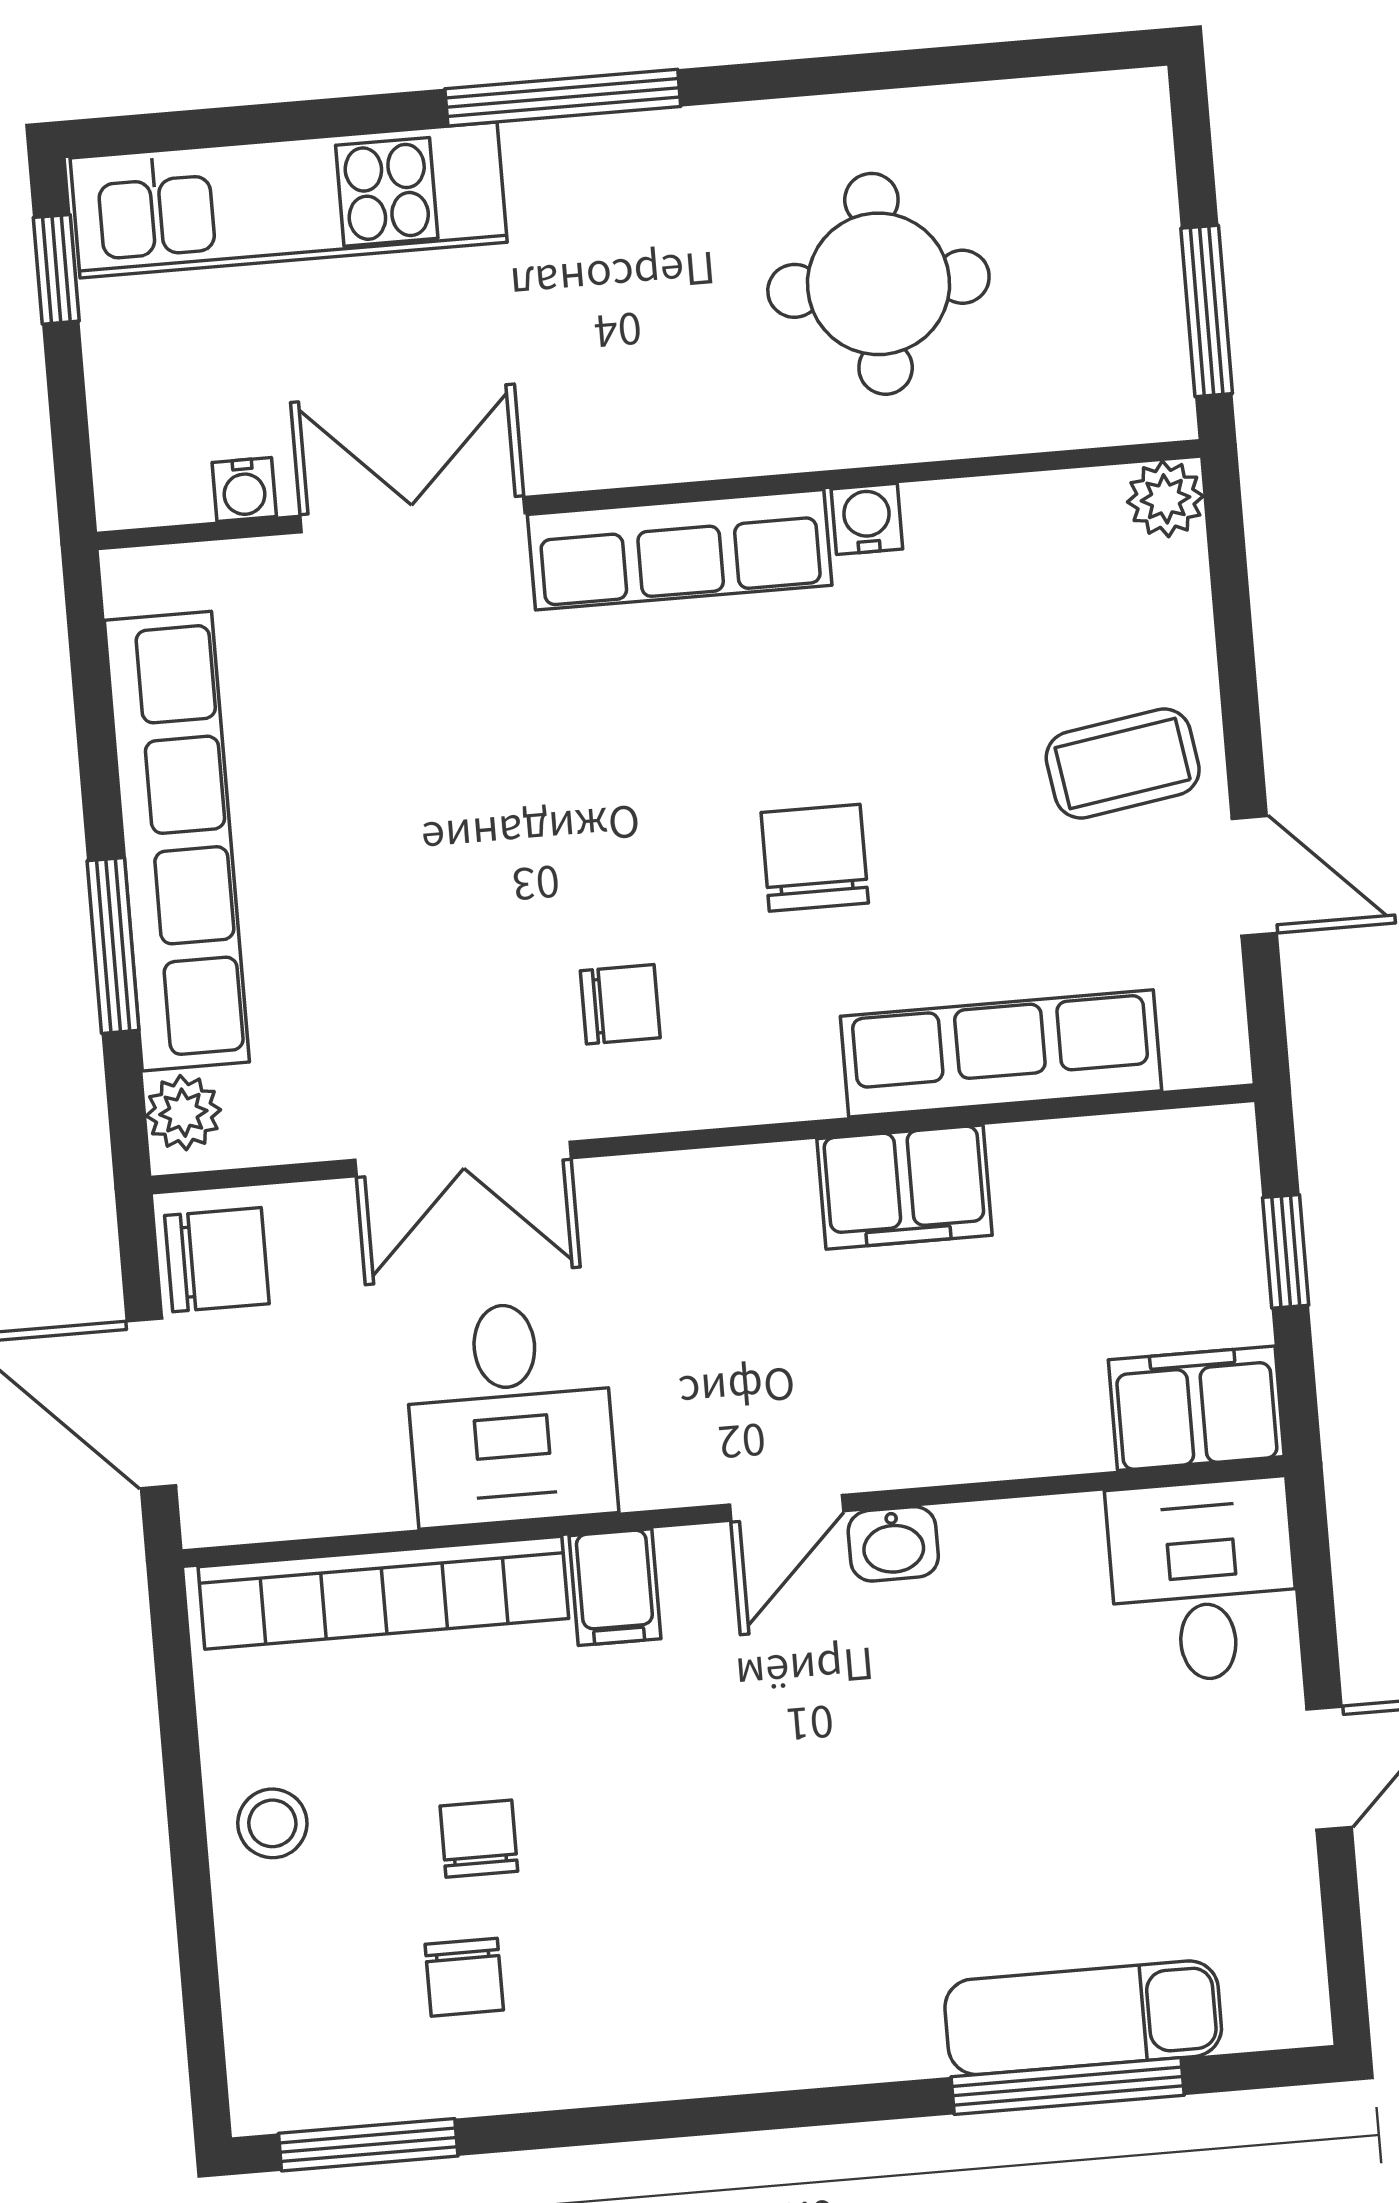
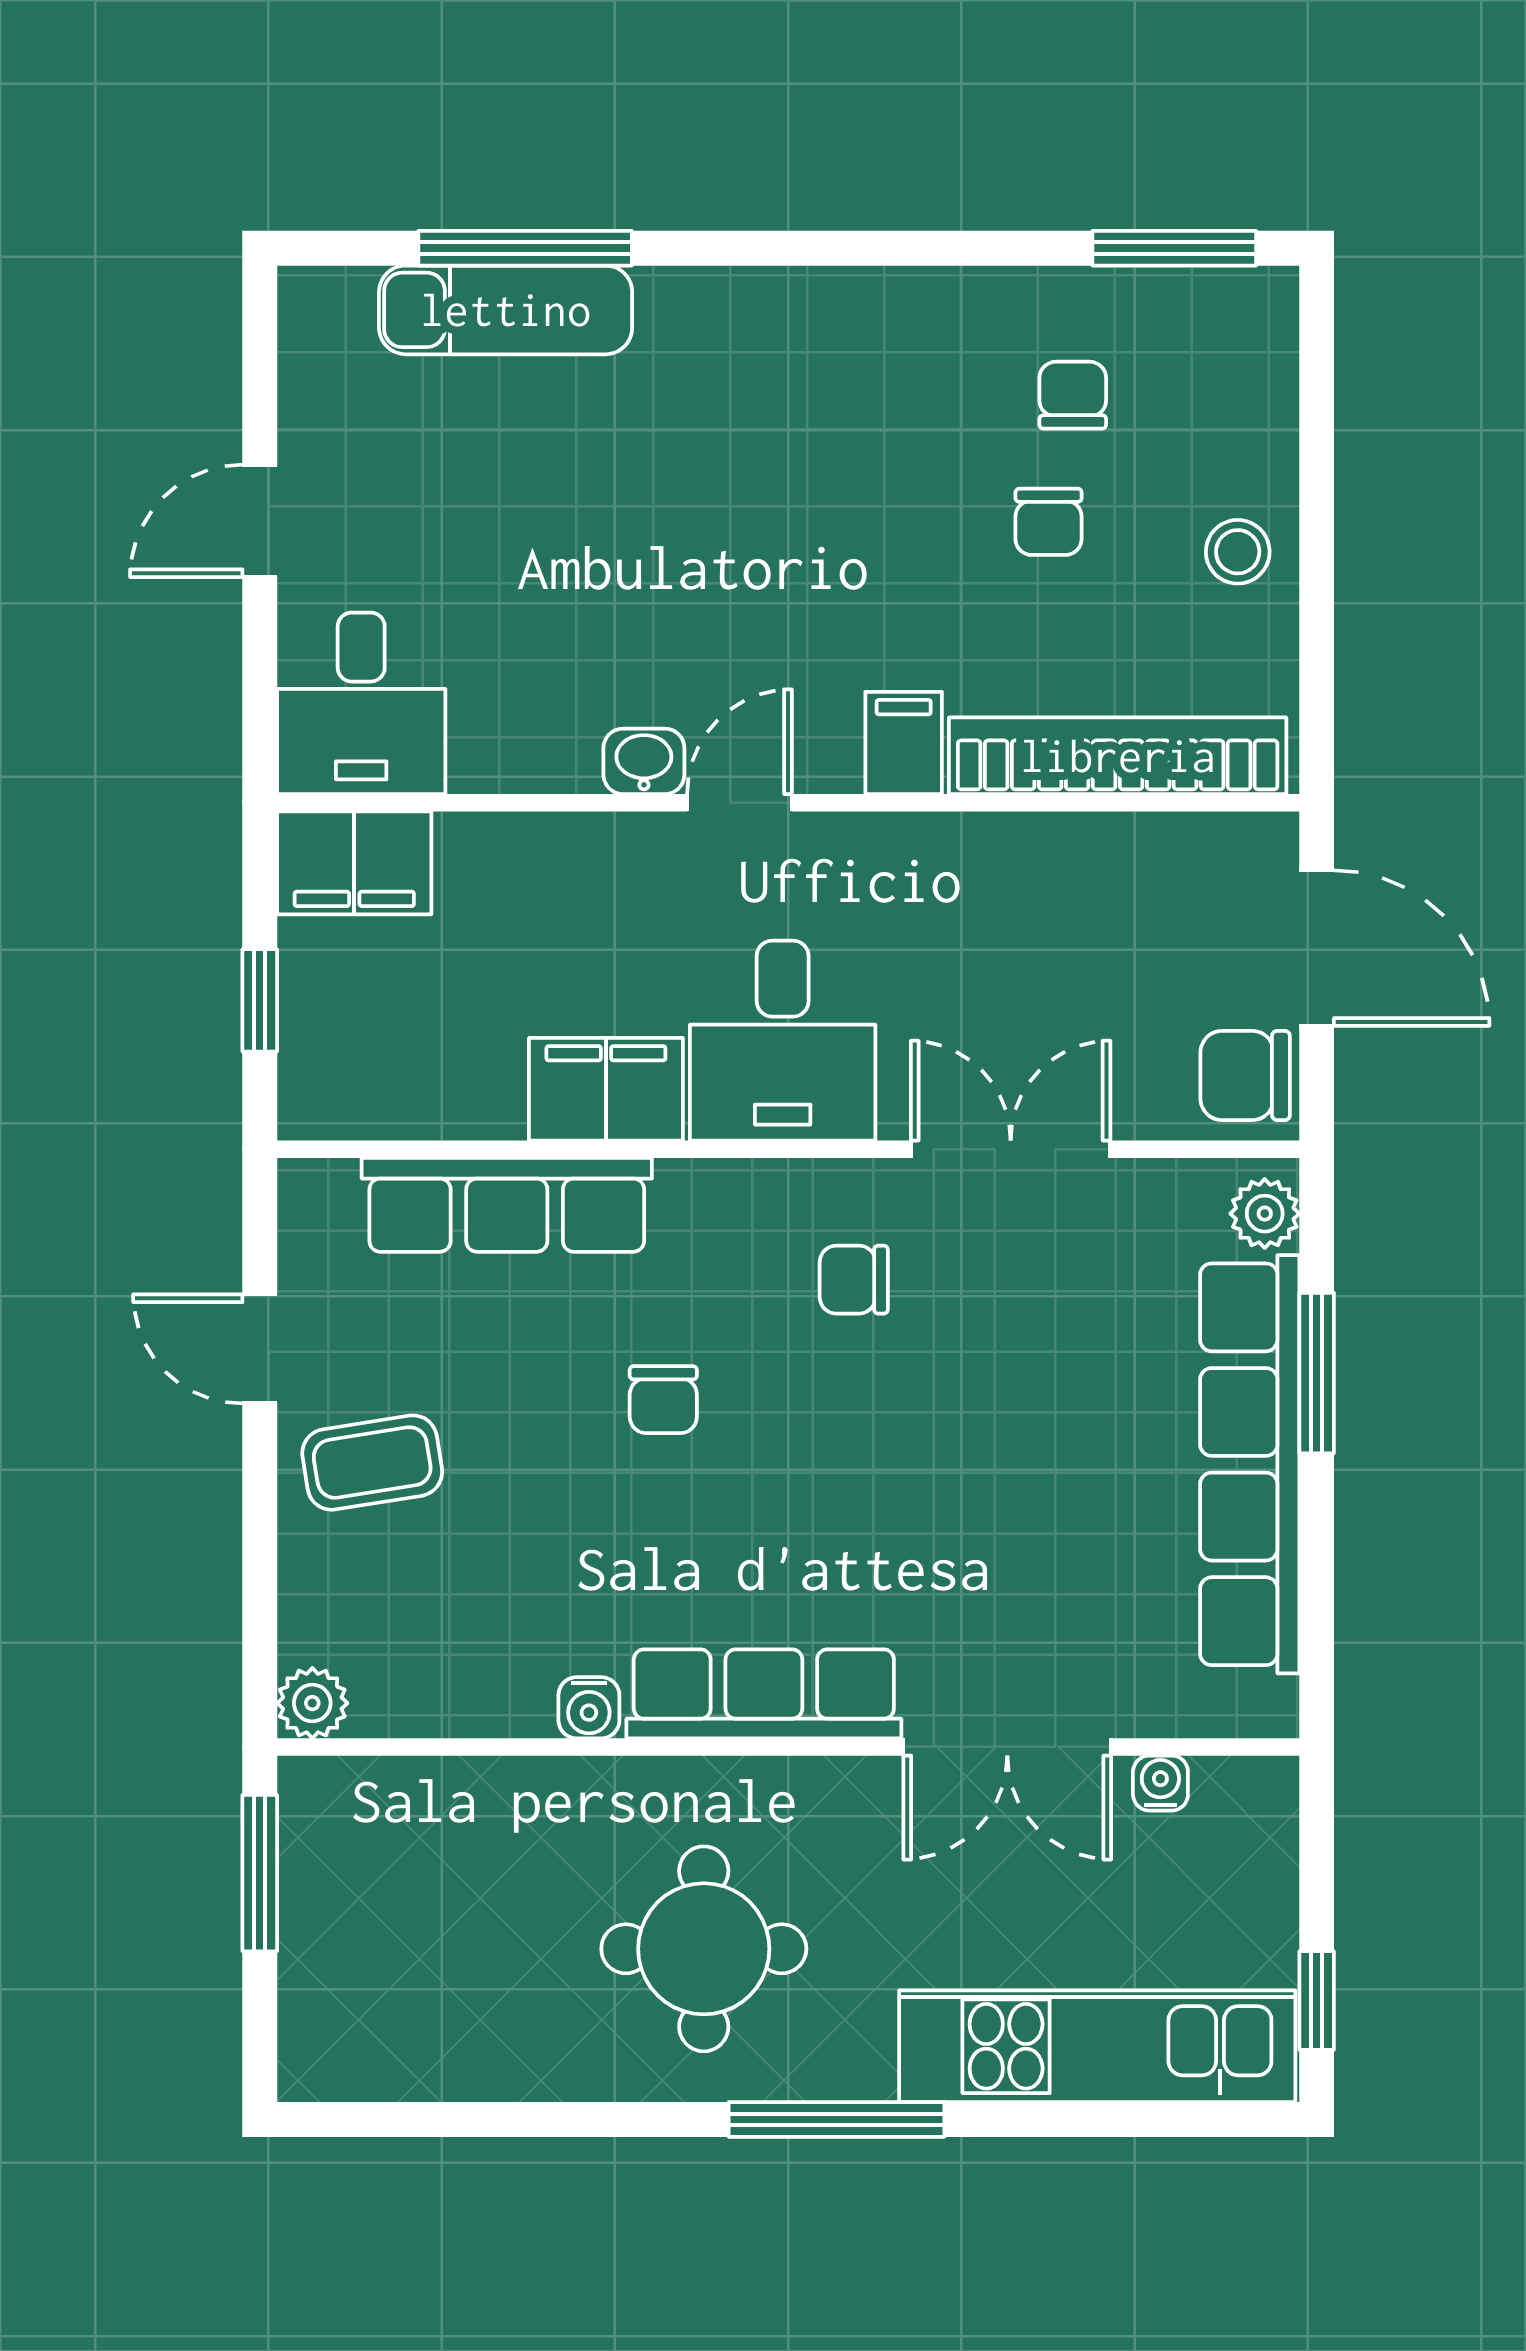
round table: (878, 284) -> (704, 1949), moved
chair: (815, 858) -> (663, 1400), width x0.73, depth x0.73
desk: (510, 1413) -> (783, 1041), moved, turned 180

